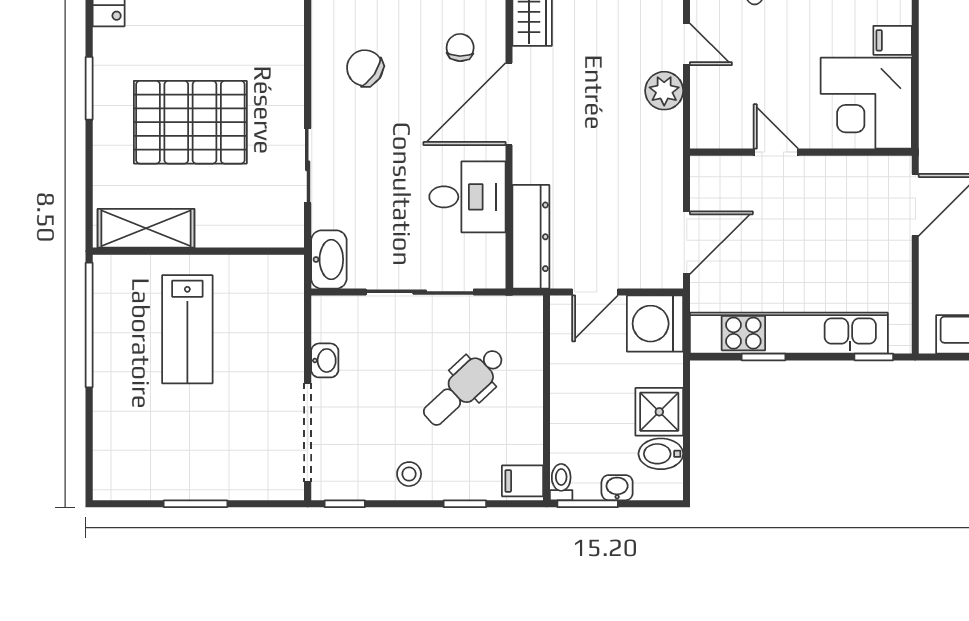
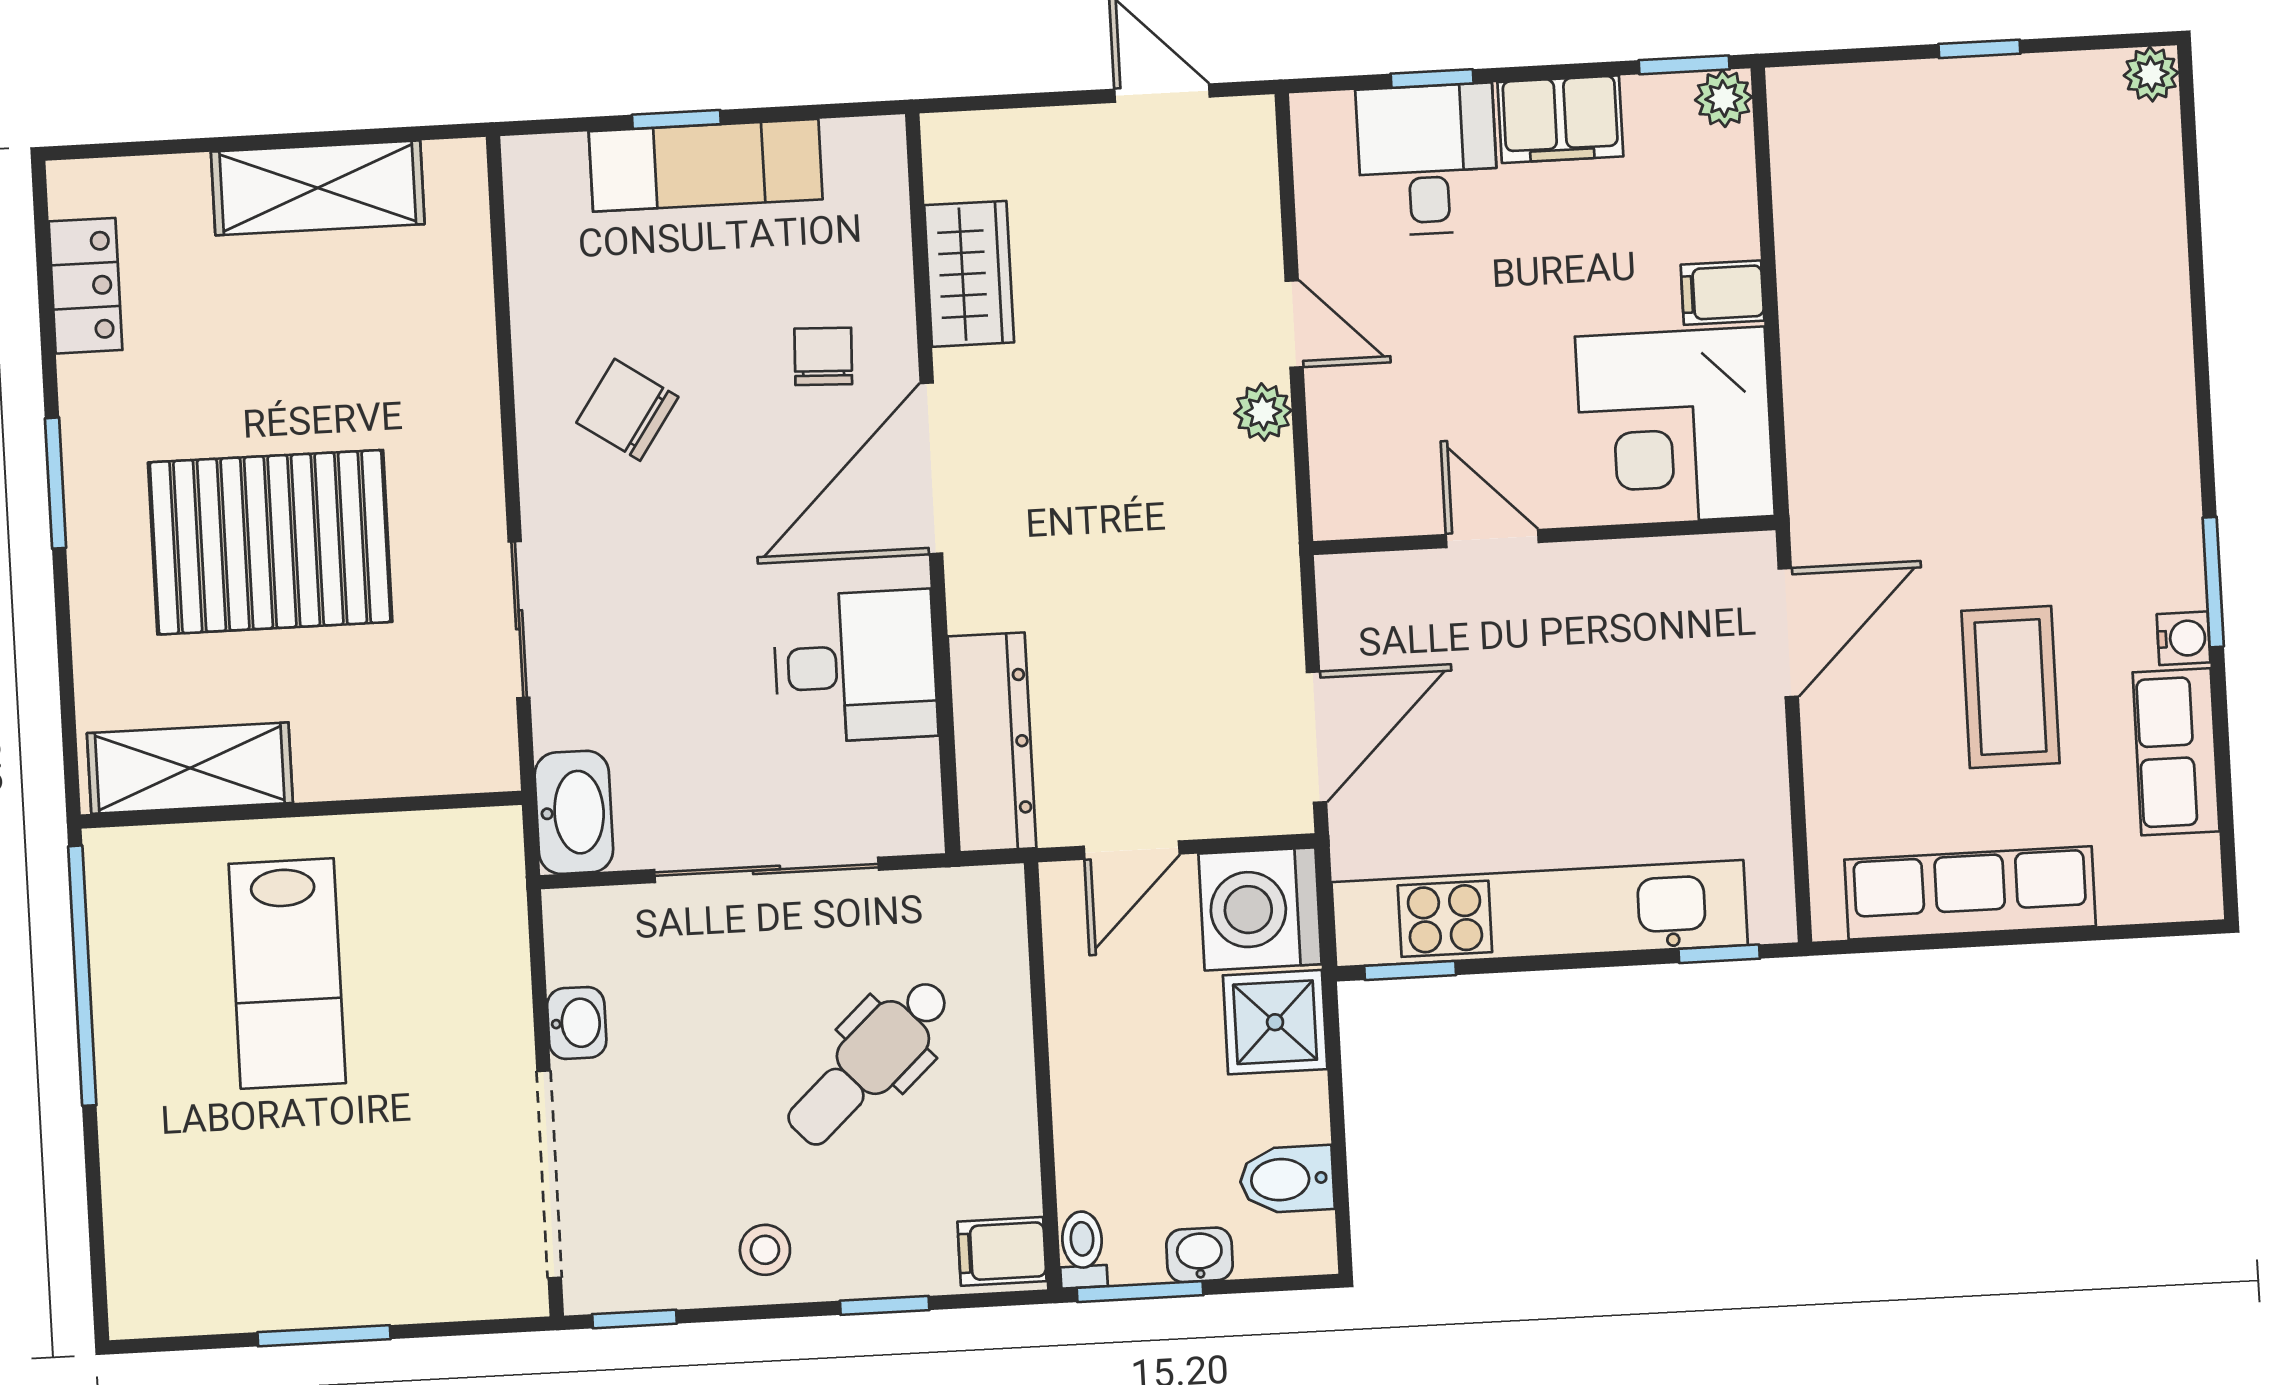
plant: (664, 91) -> (1263, 412), width x0.73, depth x0.73
window: (763, 357) -> (1410, 970), moved
shower: (659, 412) -> (1275, 1022), moved

